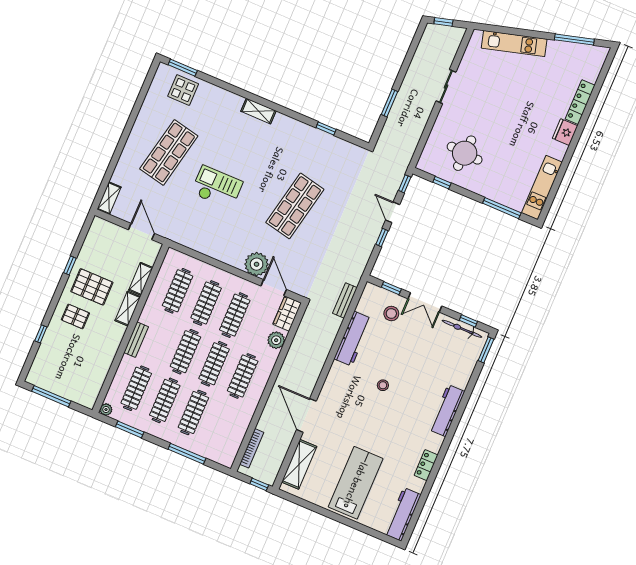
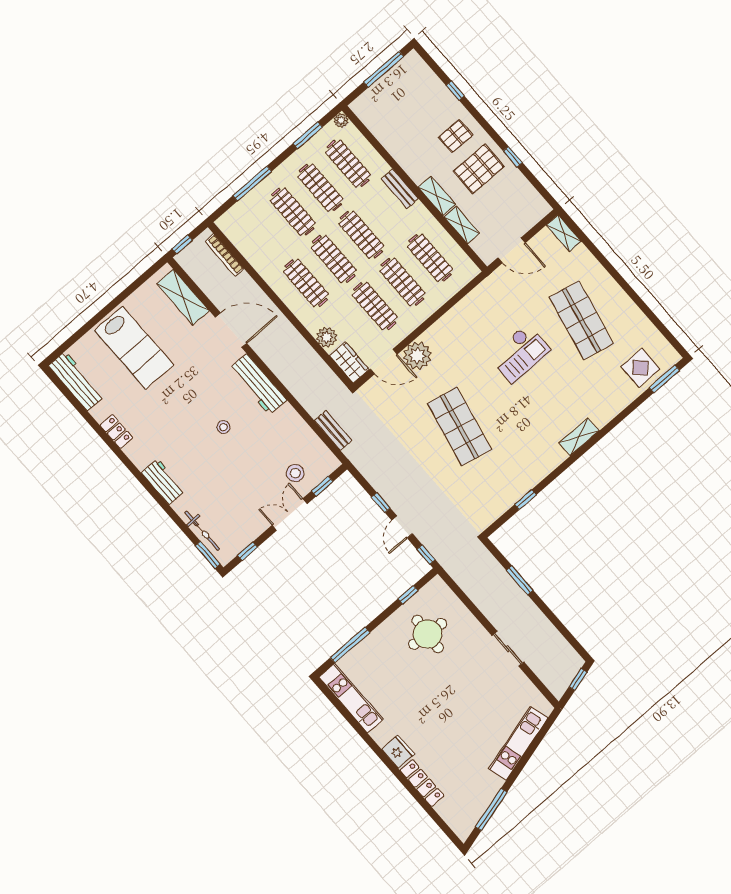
door: (393, 212) -> (402, 527), swing flipped
bicycle: (462, 329) -> (202, 531), moved, turned 90
workbench: (353, 339) -> (258, 384), moved
workbench: (447, 411) -> (163, 482), width x0.73

